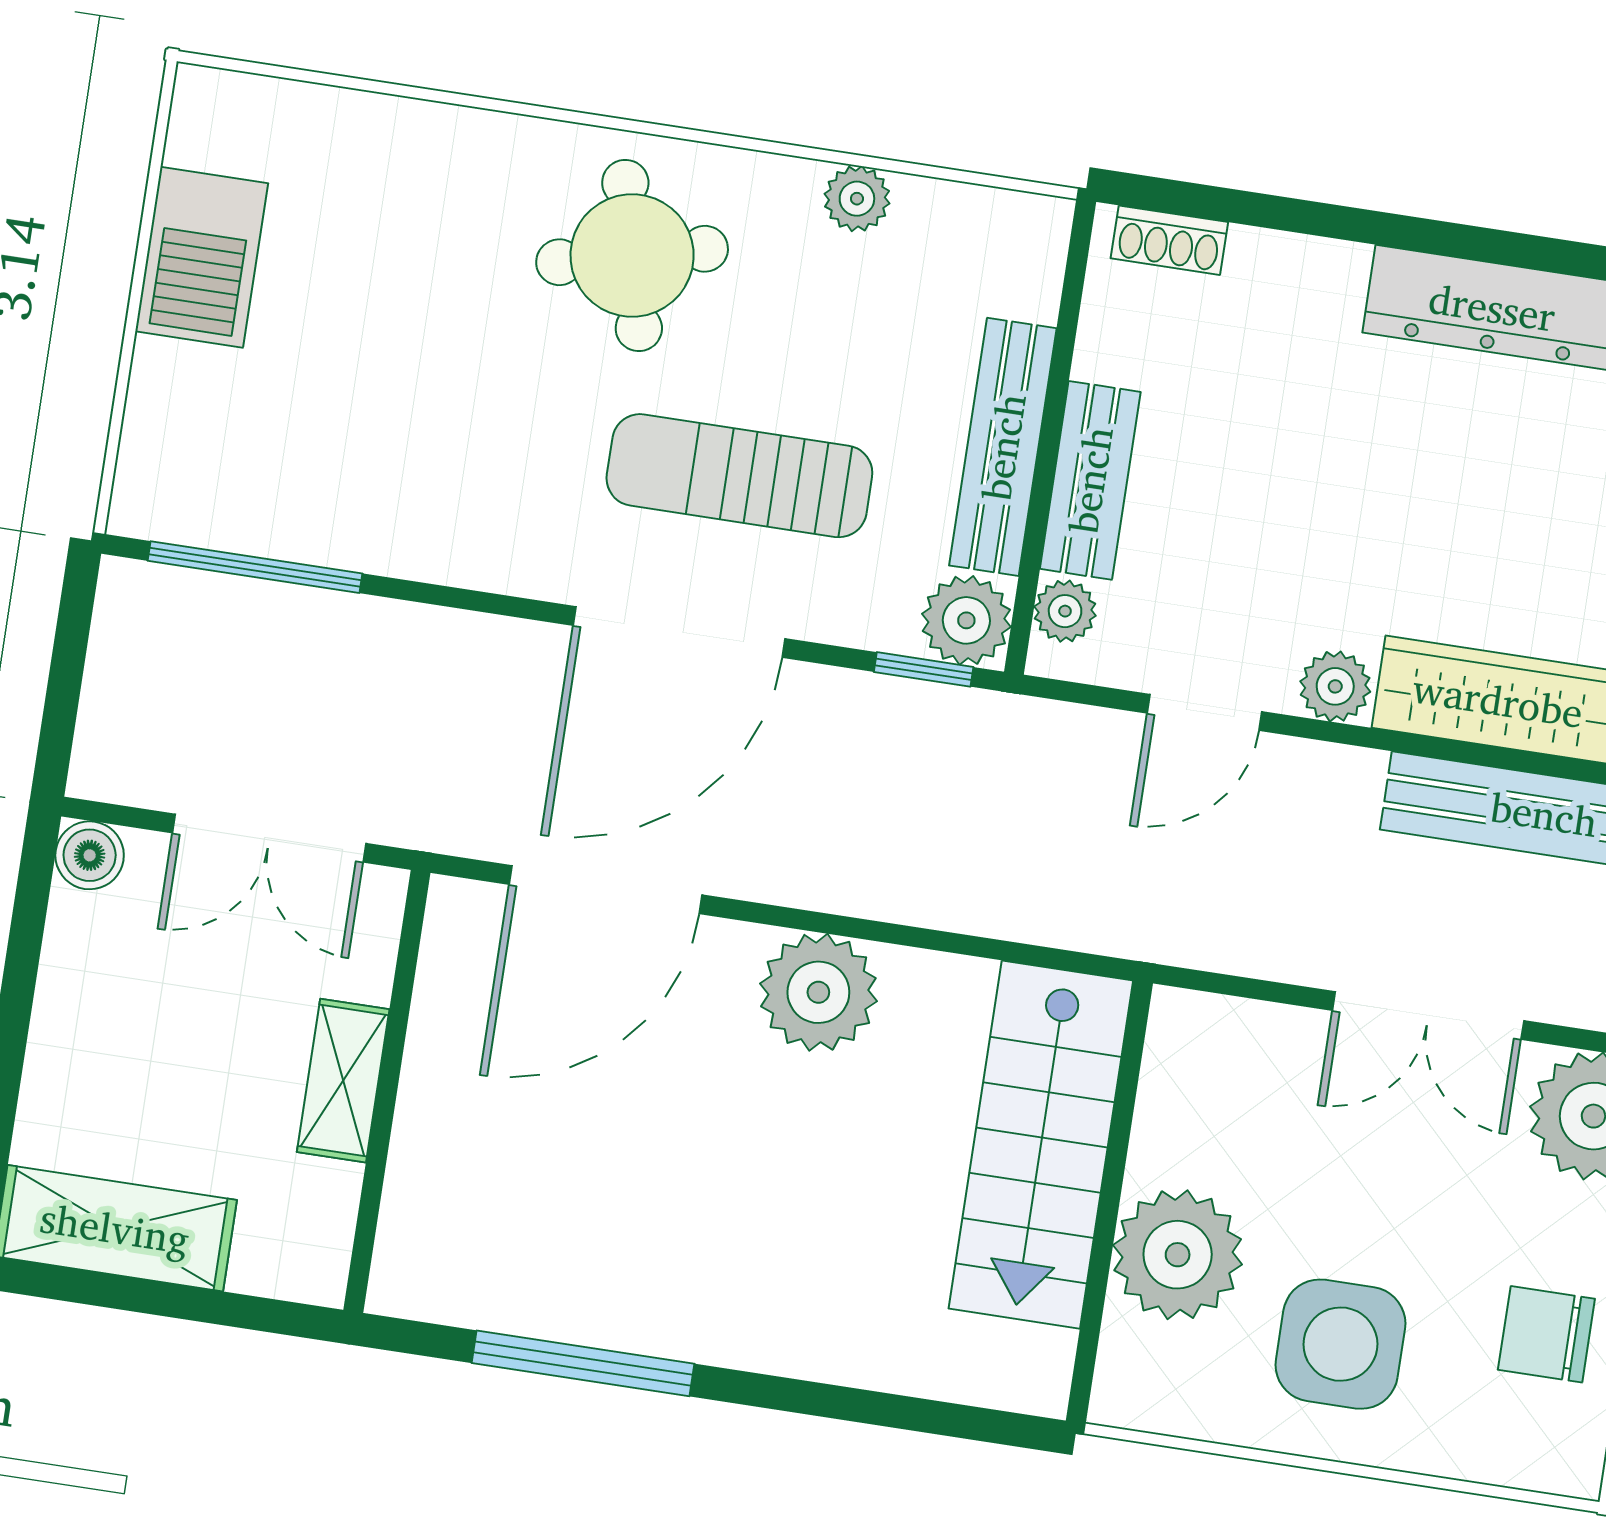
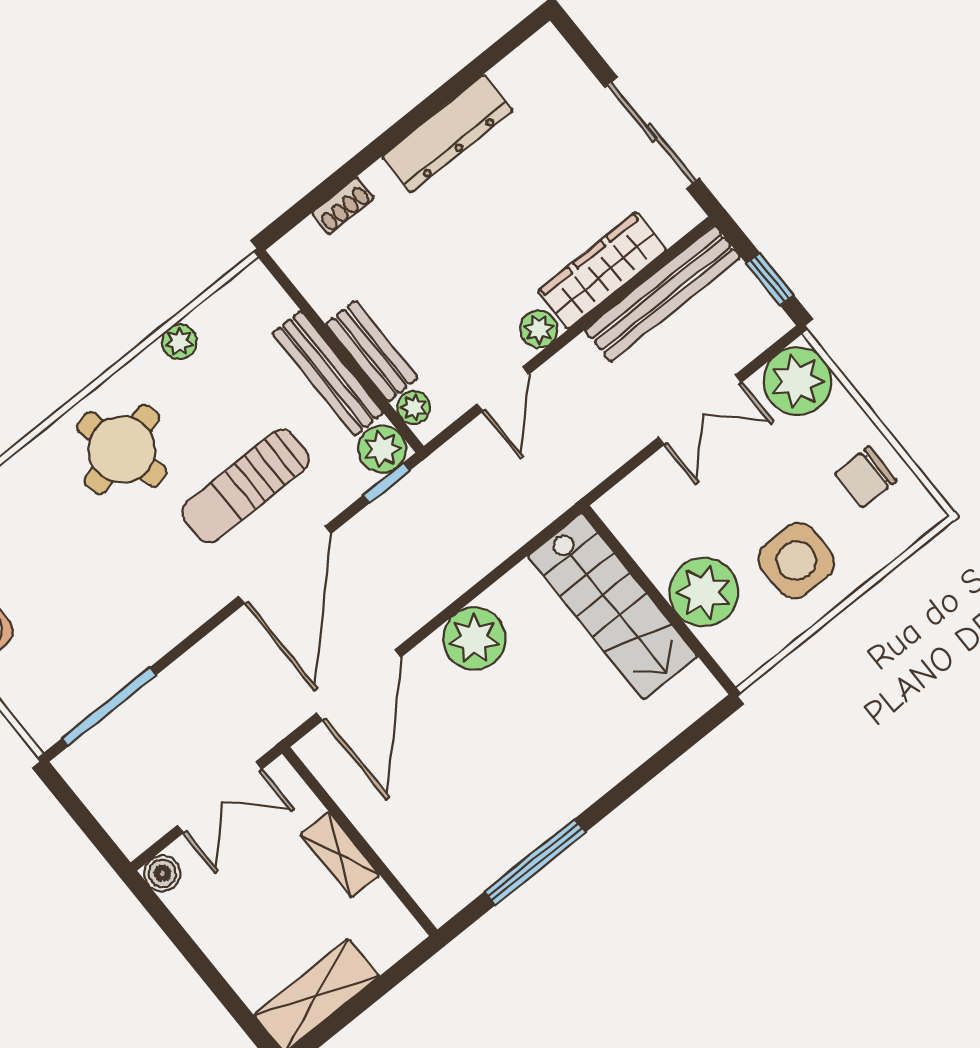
shoe rack: (1169, 240) -> (343, 206), moved

